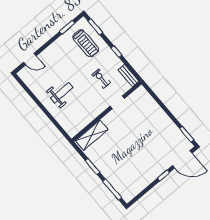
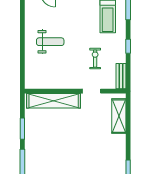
shelving: (150, 103) -> (119, 116), added
shelving: (92, 135) -> (54, 101), width x1.47

